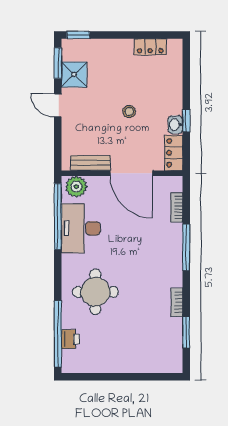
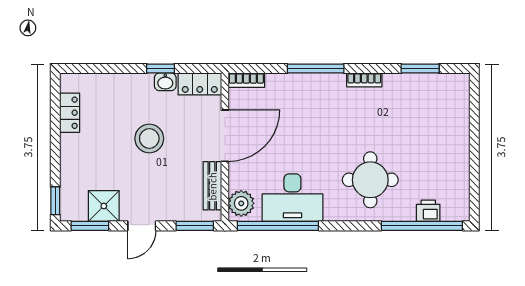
stool: (129, 112) -> (149, 138), width x1.89, depth x1.89
window: (58, 149) -> (195, 226), added
bookcase: (177, 207) -> (246, 80), moved
bookcase: (177, 302) -> (364, 80), moved

